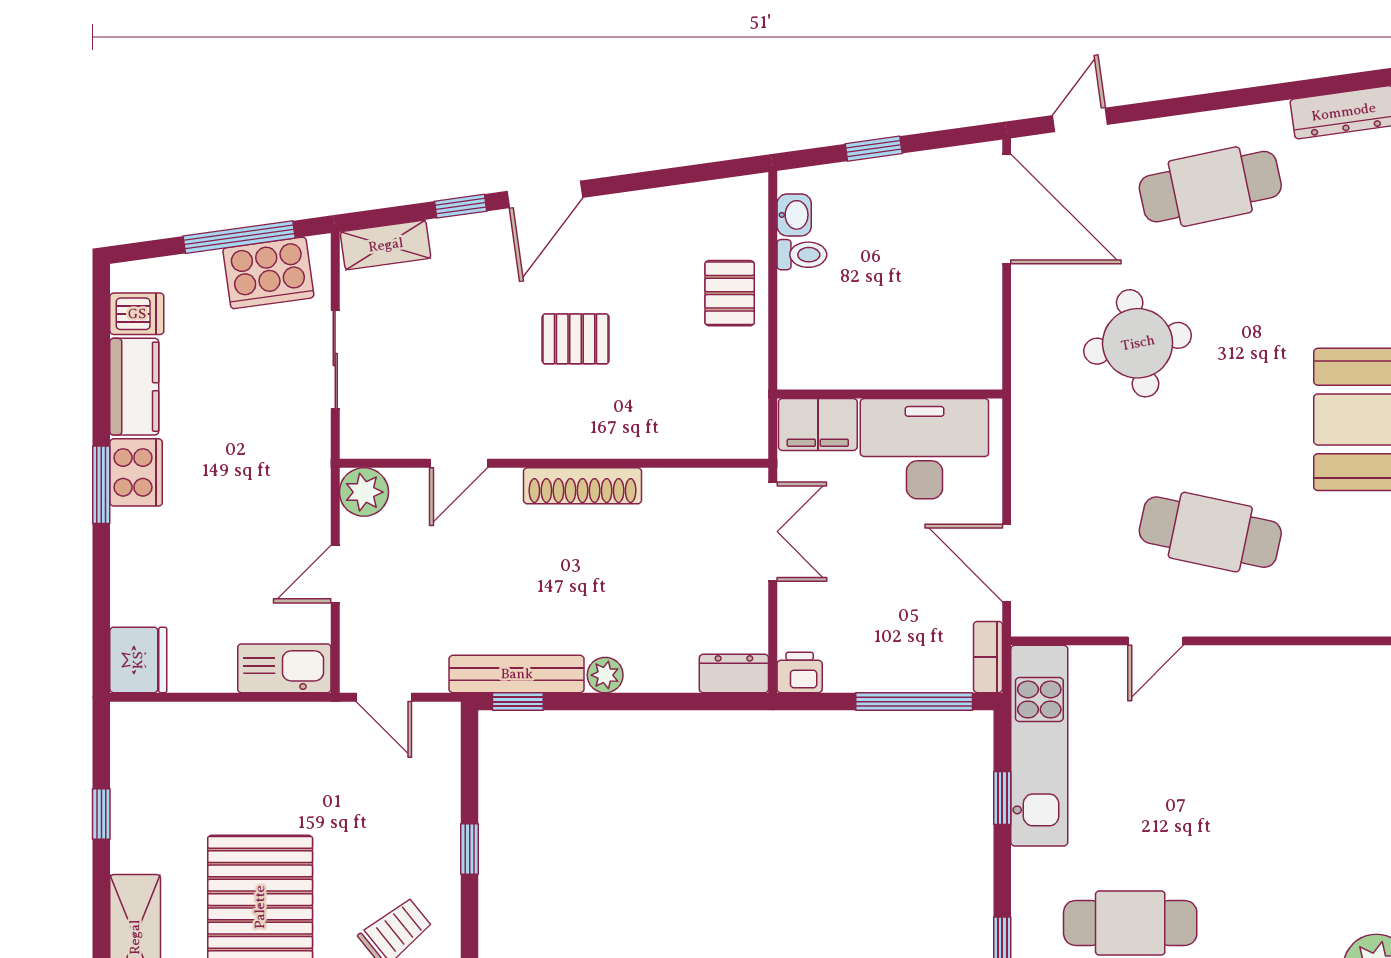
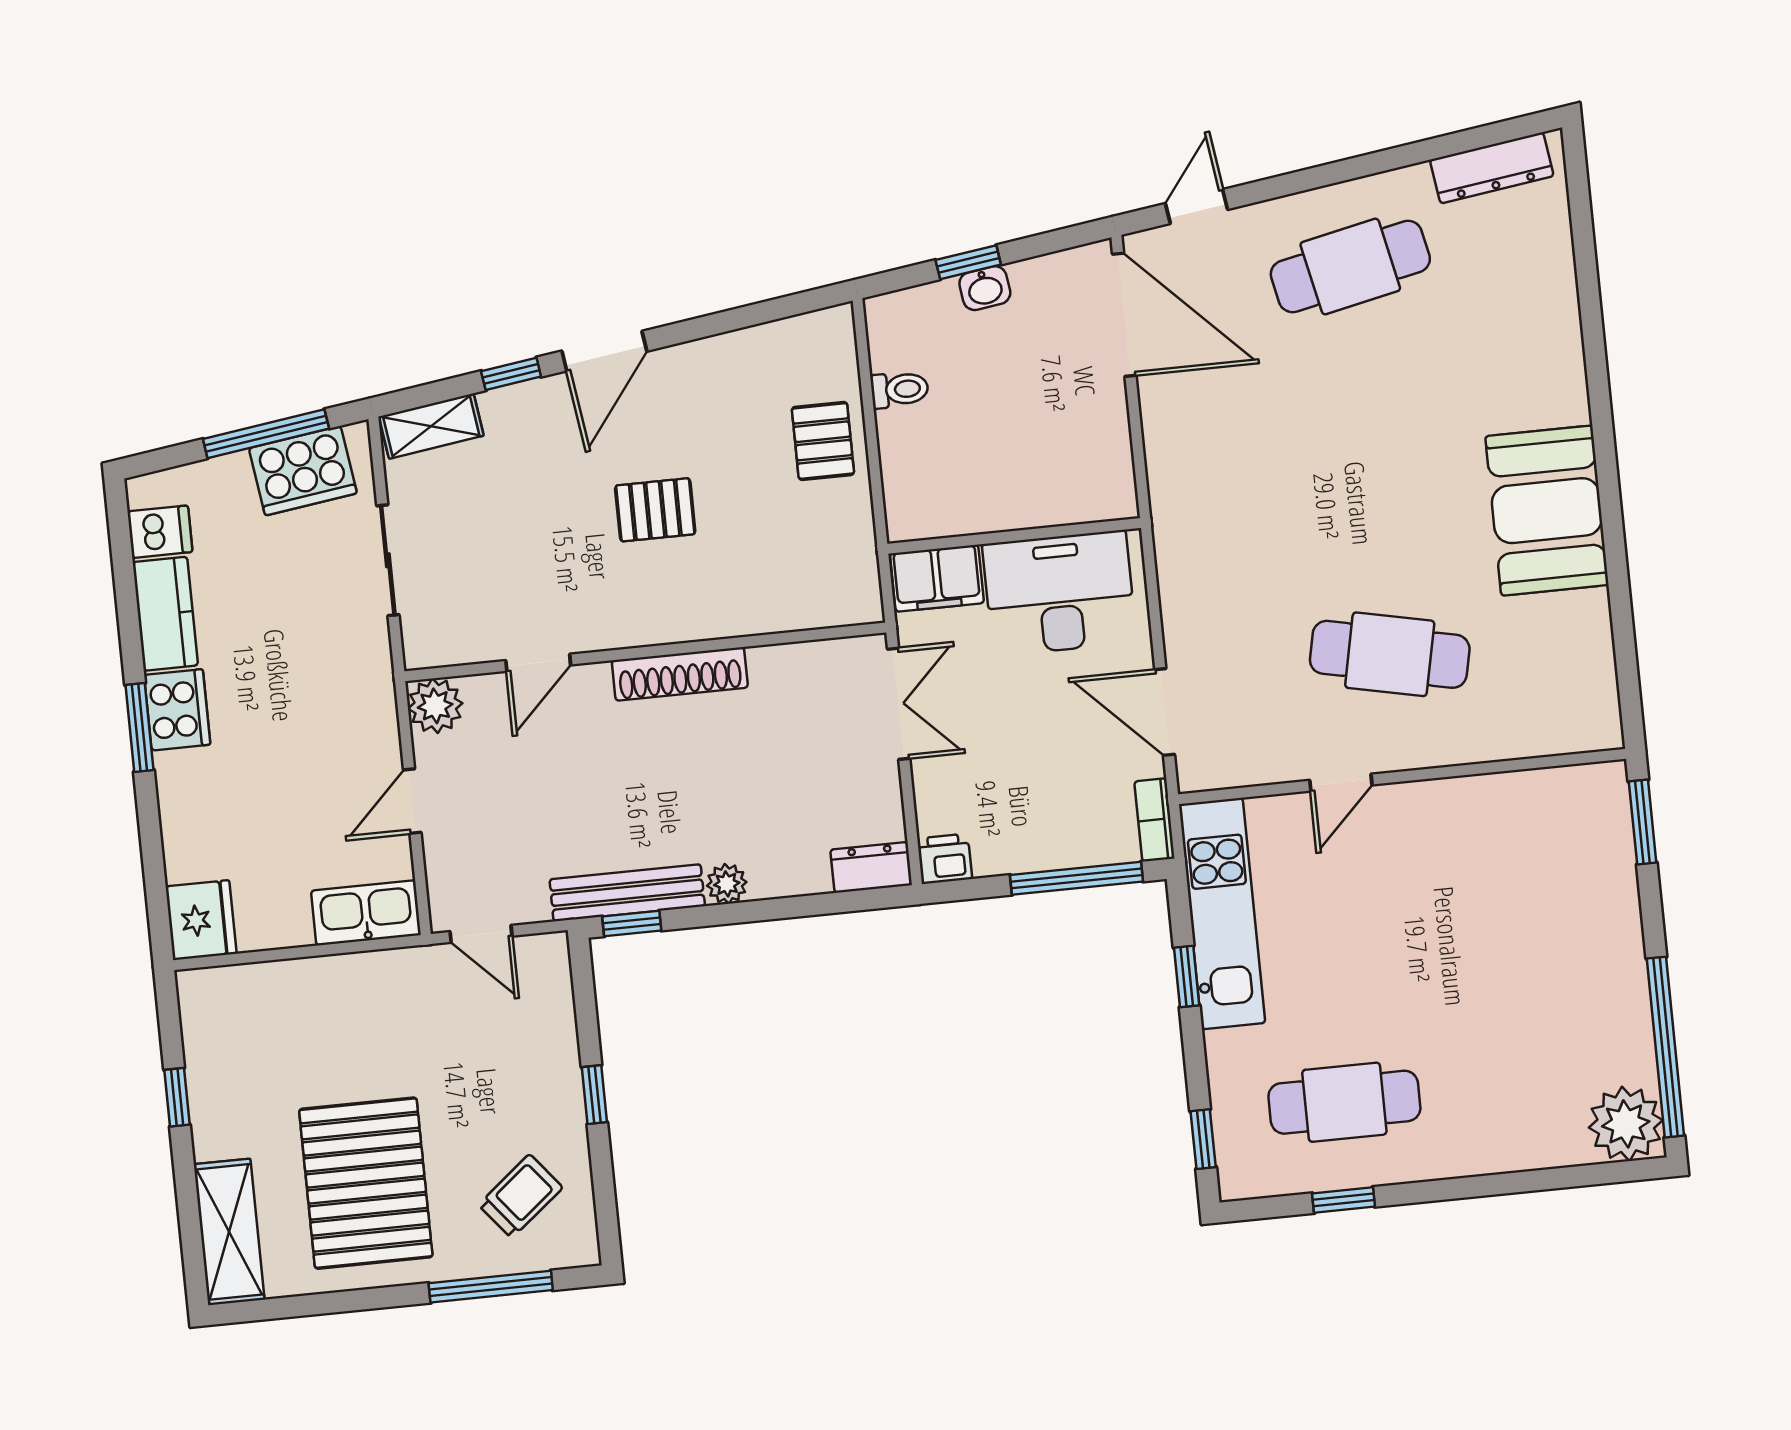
washbasin: (794, 215) -> (985, 288), moved, turned 82
round table: (1138, 343) -> (1287, 451), removed

